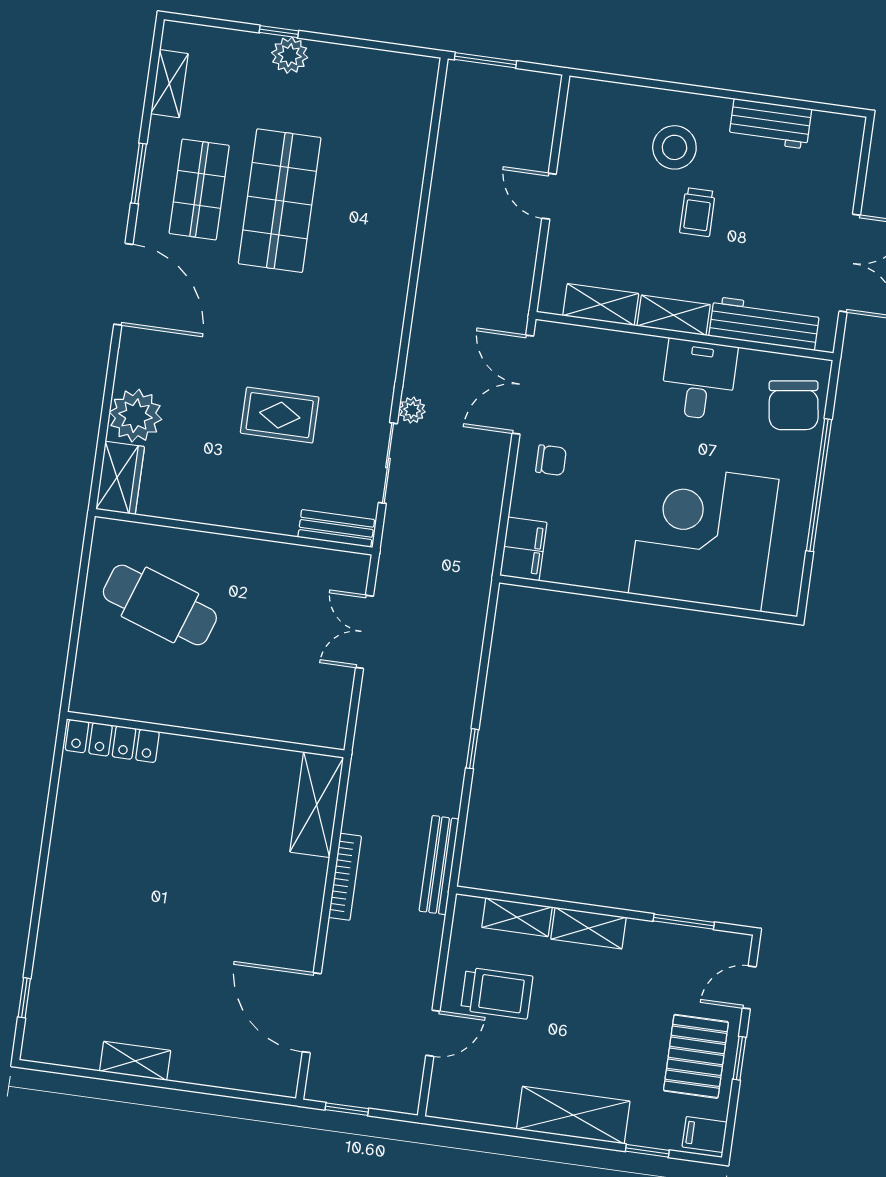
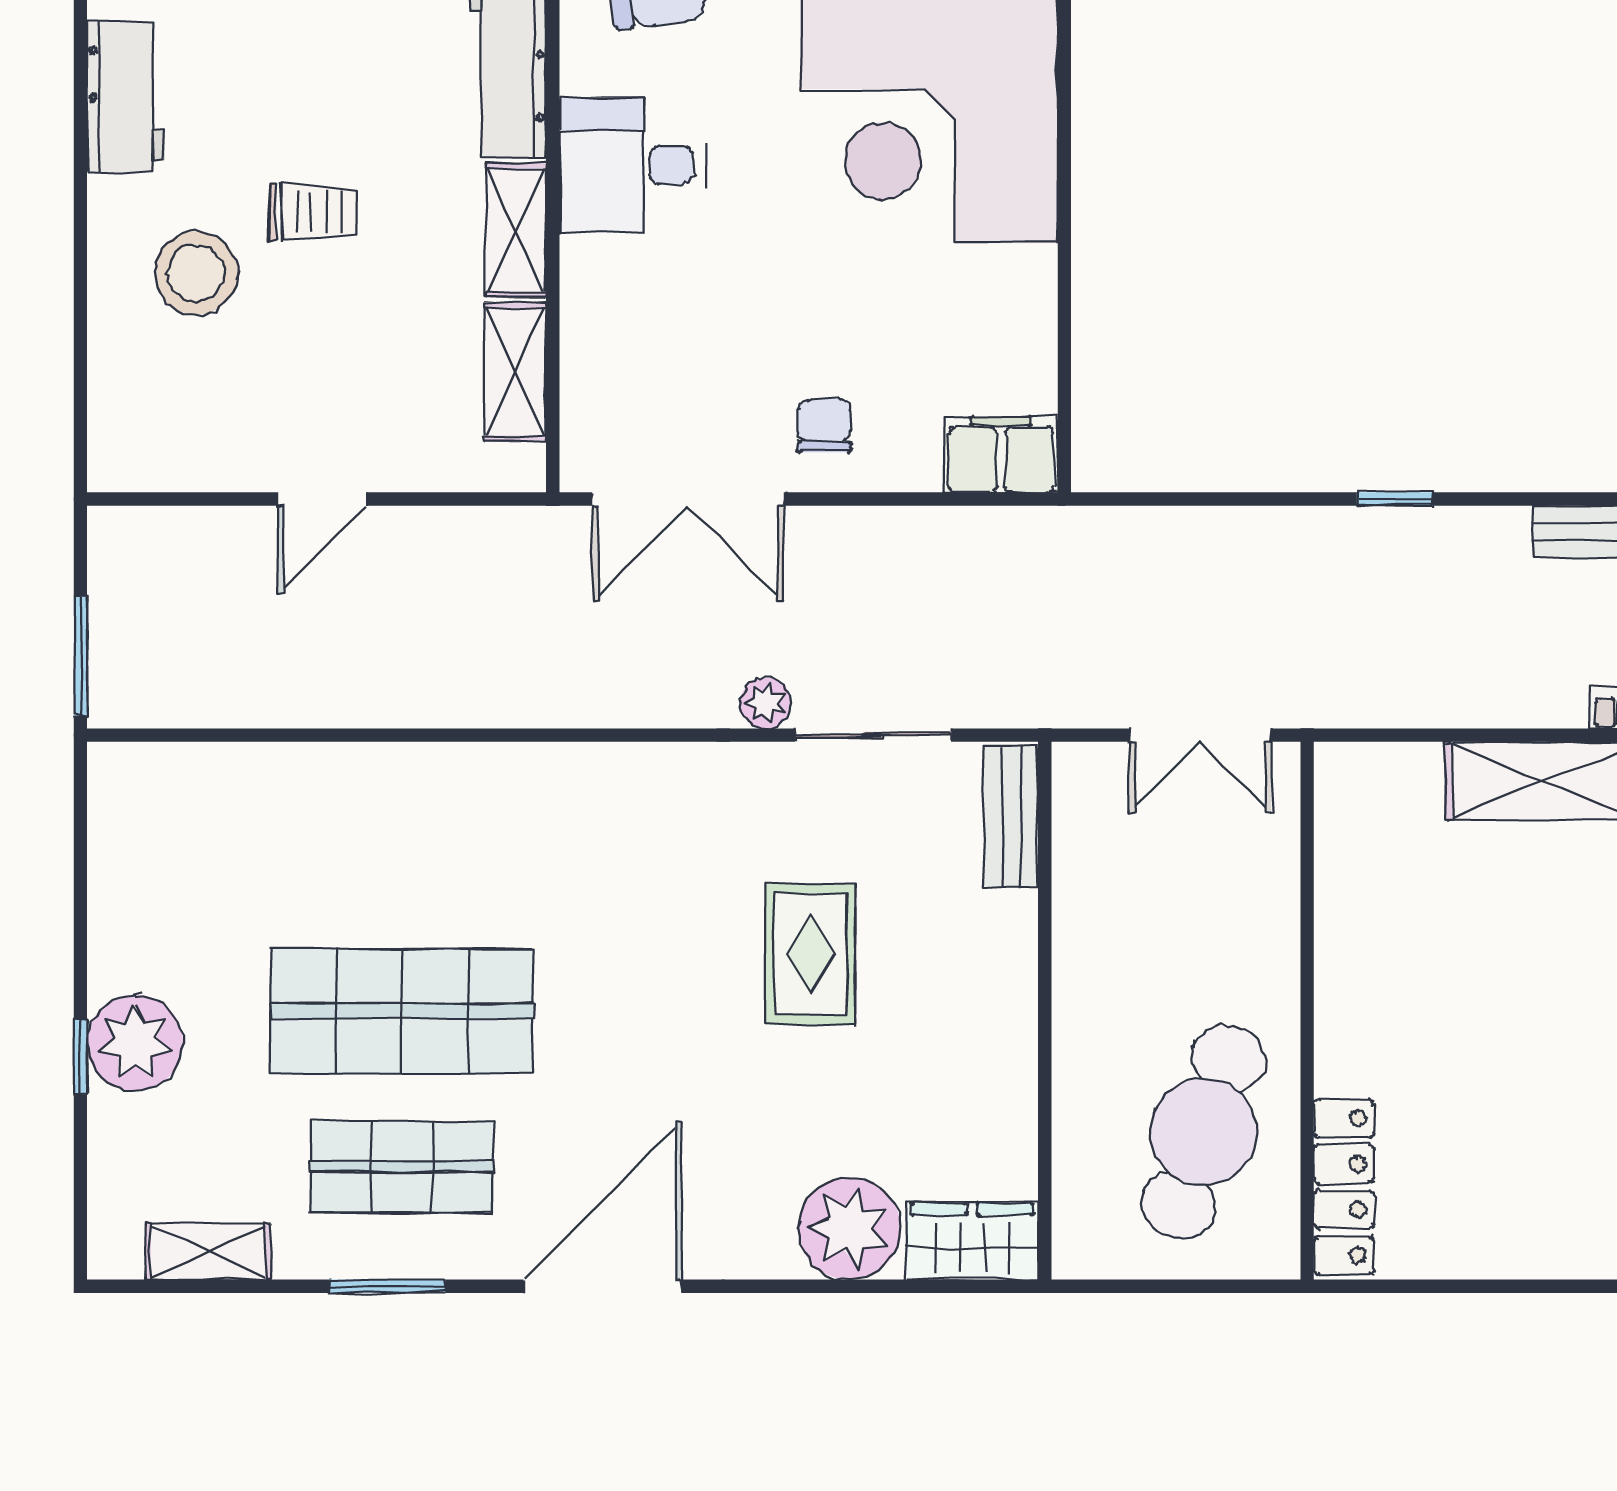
plant: (290, 55) -> (135, 1043), width x1.36, depth x1.36
wall: (206, 735) -> (1307, 1011), moved
locker: (112, 741) -> (1344, 1187), moved

